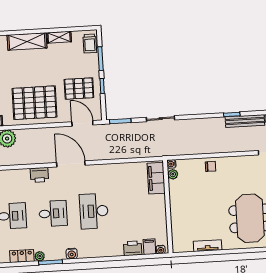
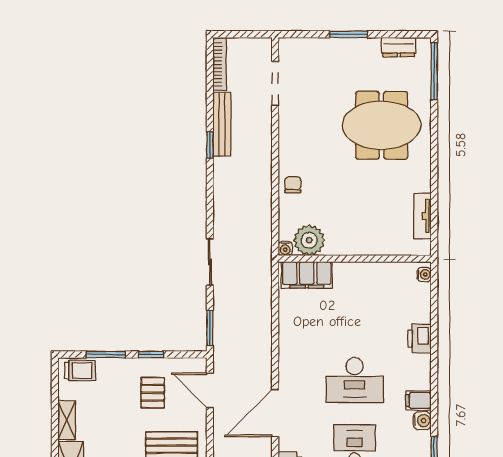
pallet: (79, 89) -> (153, 393), width x0.67, depth x0.71
door: (82, 123) -> (210, 390), hinge flipped
plant: (173, 174) -> (309, 240), width x1.88, depth x1.88
tv unit: (208, 246) -> (422, 216), moved
filing cabinet: (149, 247) -> (418, 401), moved
printer: (133, 248) -> (419, 338), moved

